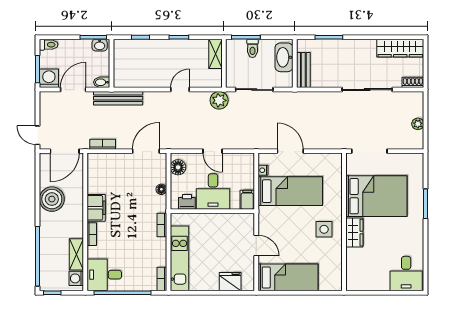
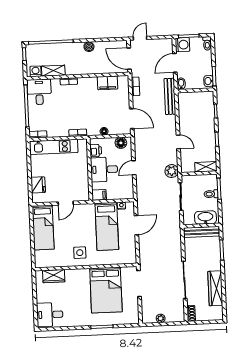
wardrobe: (400, 48) -> (215, 288), moved
bench: (303, 70) -> (201, 232), width x1.36
door: (73, 90) -> (175, 63), swing flipped
boiler: (52, 199) -> (89, 47), width x0.54, depth x0.54
filing cabinet: (96, 208) -> (108, 83), moved
wardrobe: (354, 233) -> (54, 276), moved

